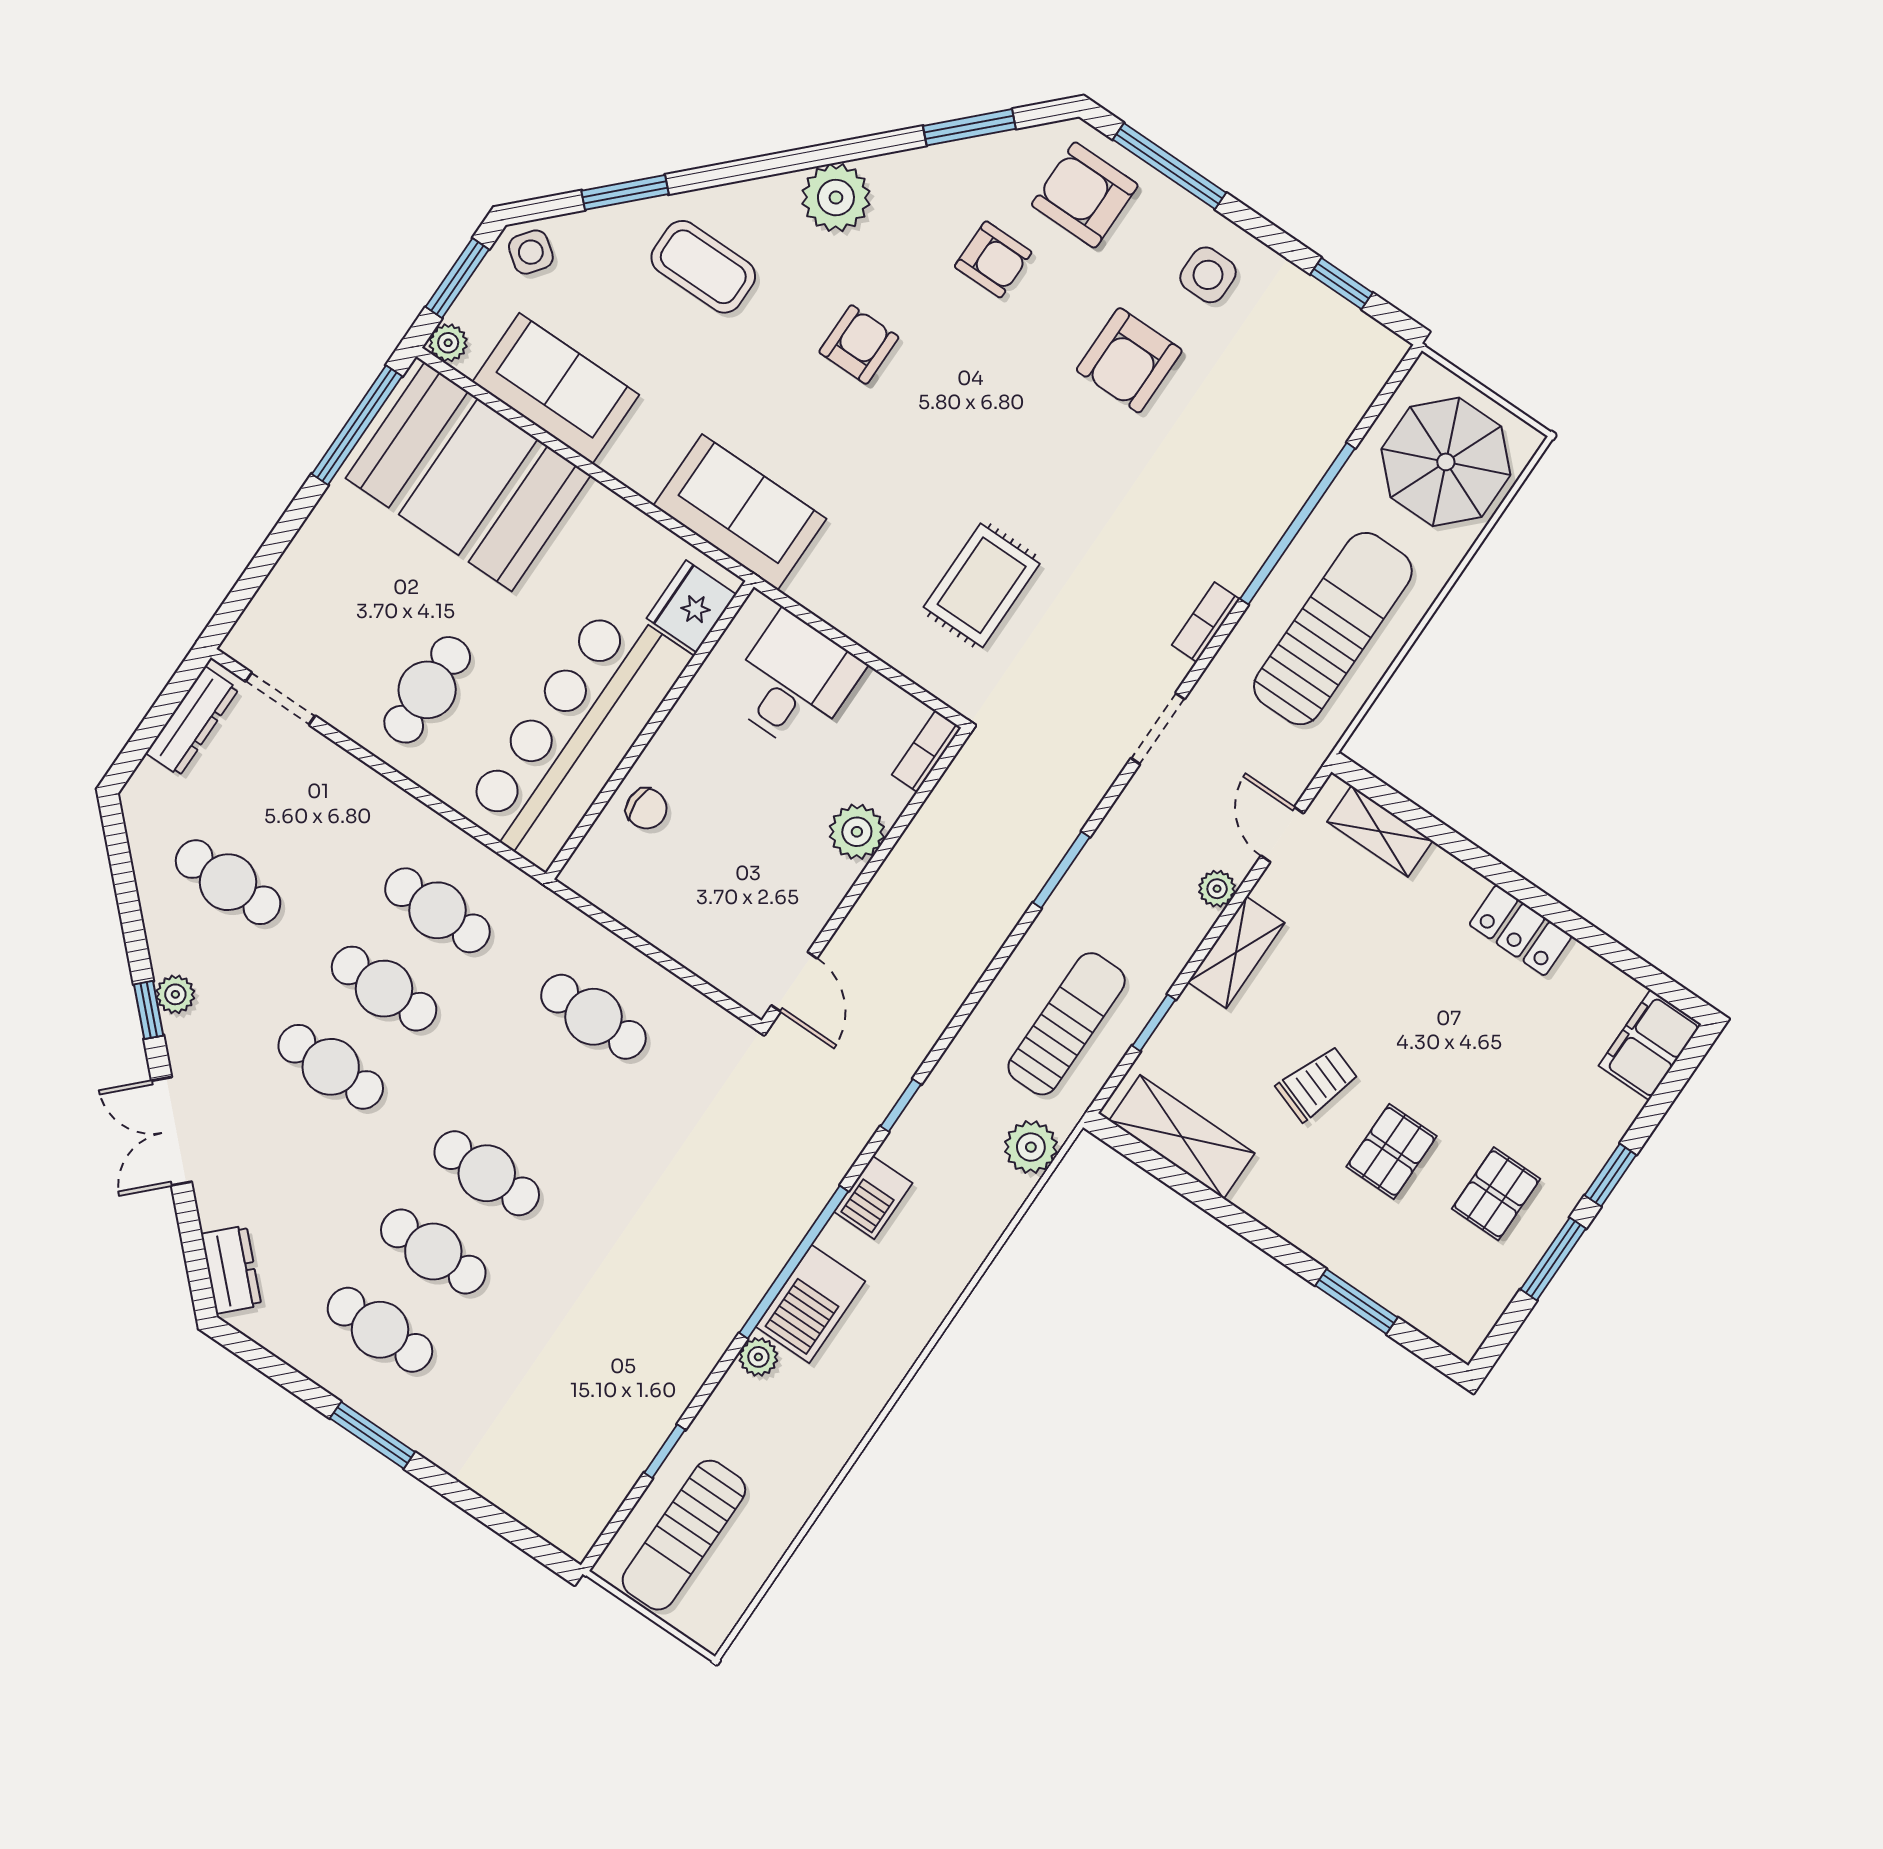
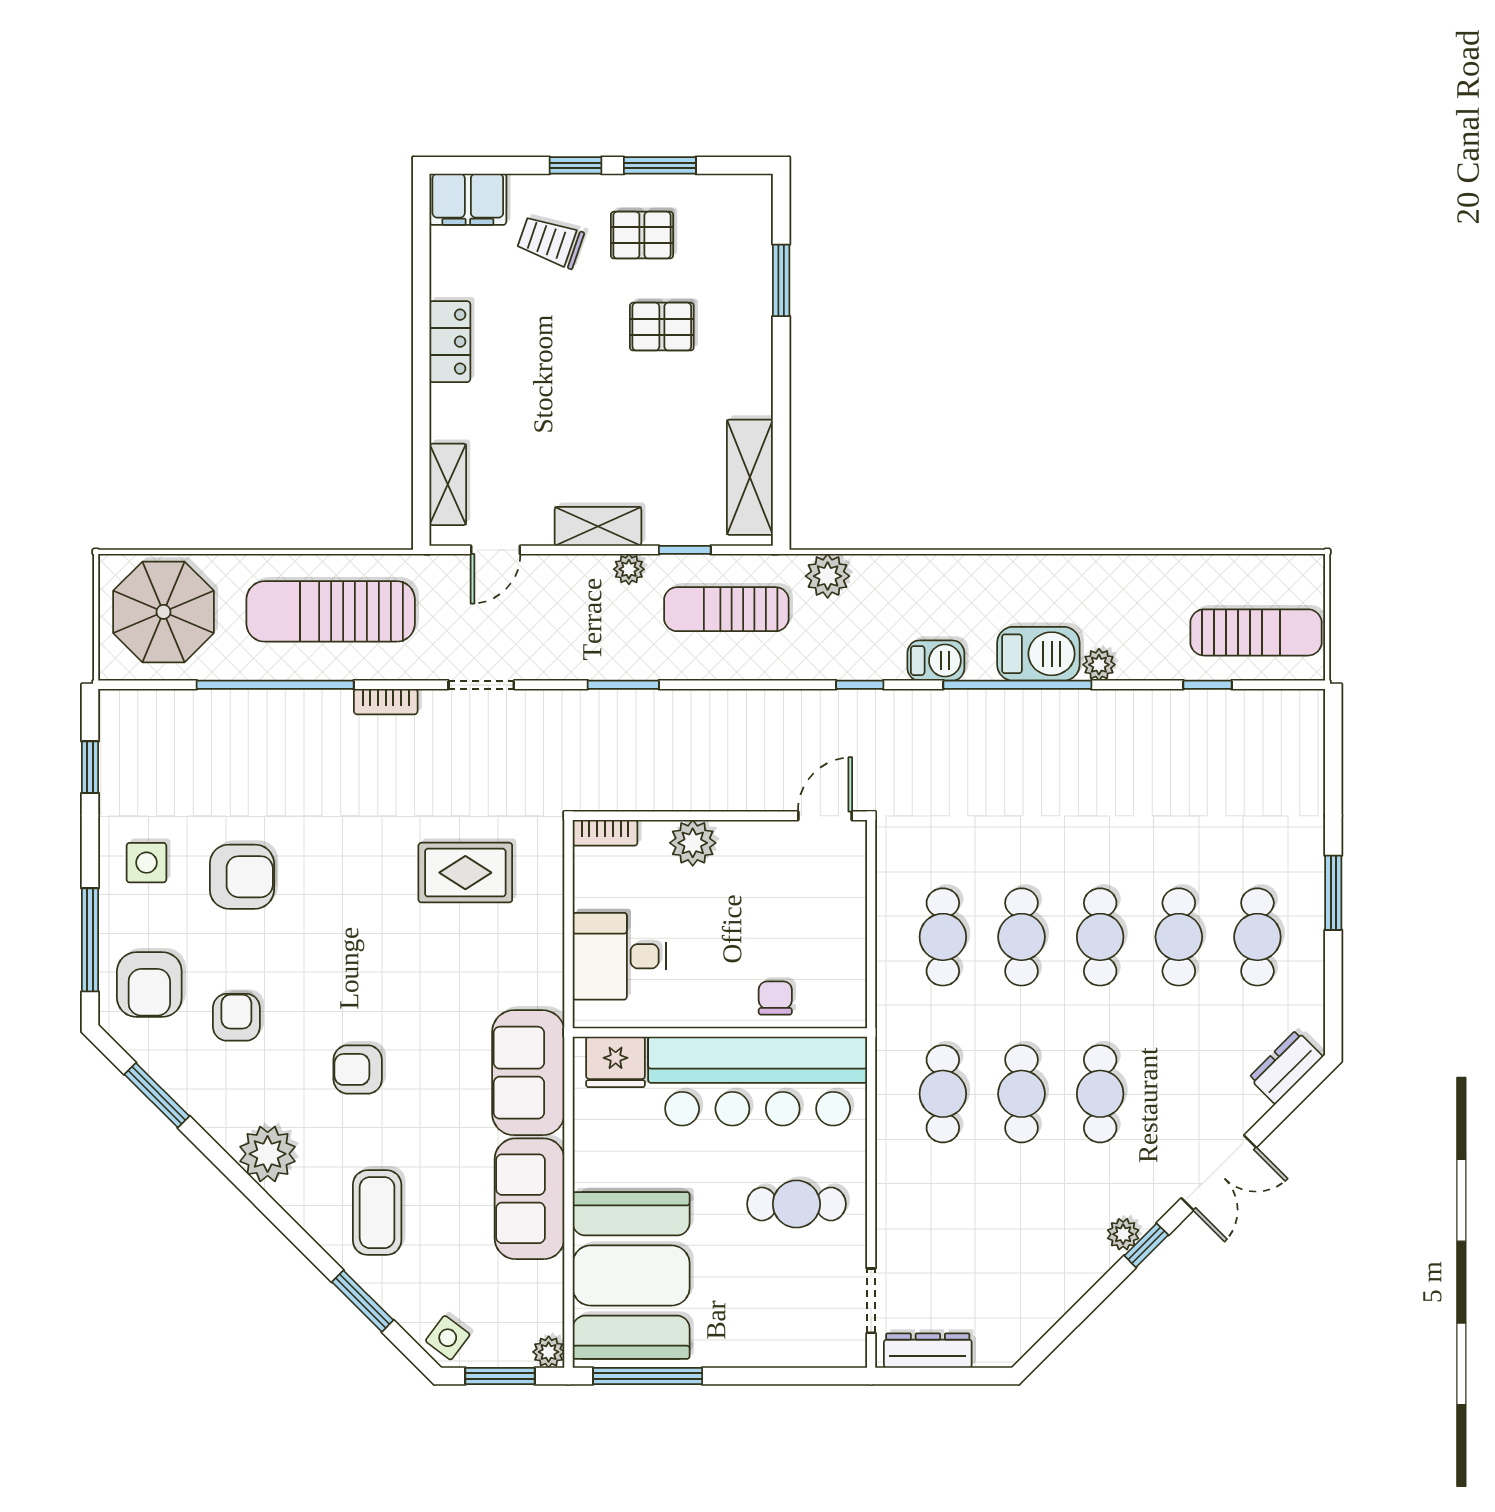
sofa: (556, 388) -> (530, 1199), moved
cafe table: (228, 882) -> (1021, 937), moved
plant: (1217, 889) -> (629, 569), moved
trolley: (1317, 1083) -> (550, 242), moved

